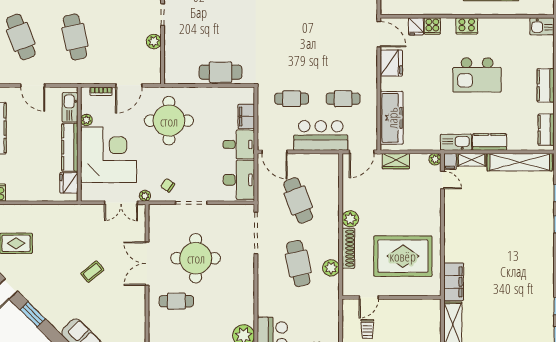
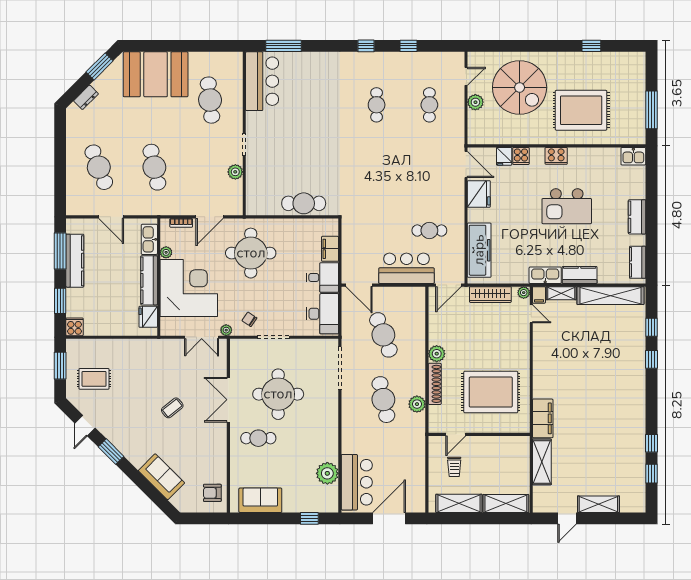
cafe table: (292, 99) -> (377, 231), removed
wardrobe: (396, 161) -> (490, 295), width x1.50

